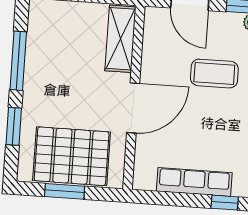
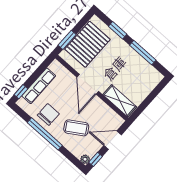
coffee table: (214, 74) -> (76, 128), turned 58
chair: (227, 133) -> (48, 114), added
window: (65, 191) -> (67, 40), moved

